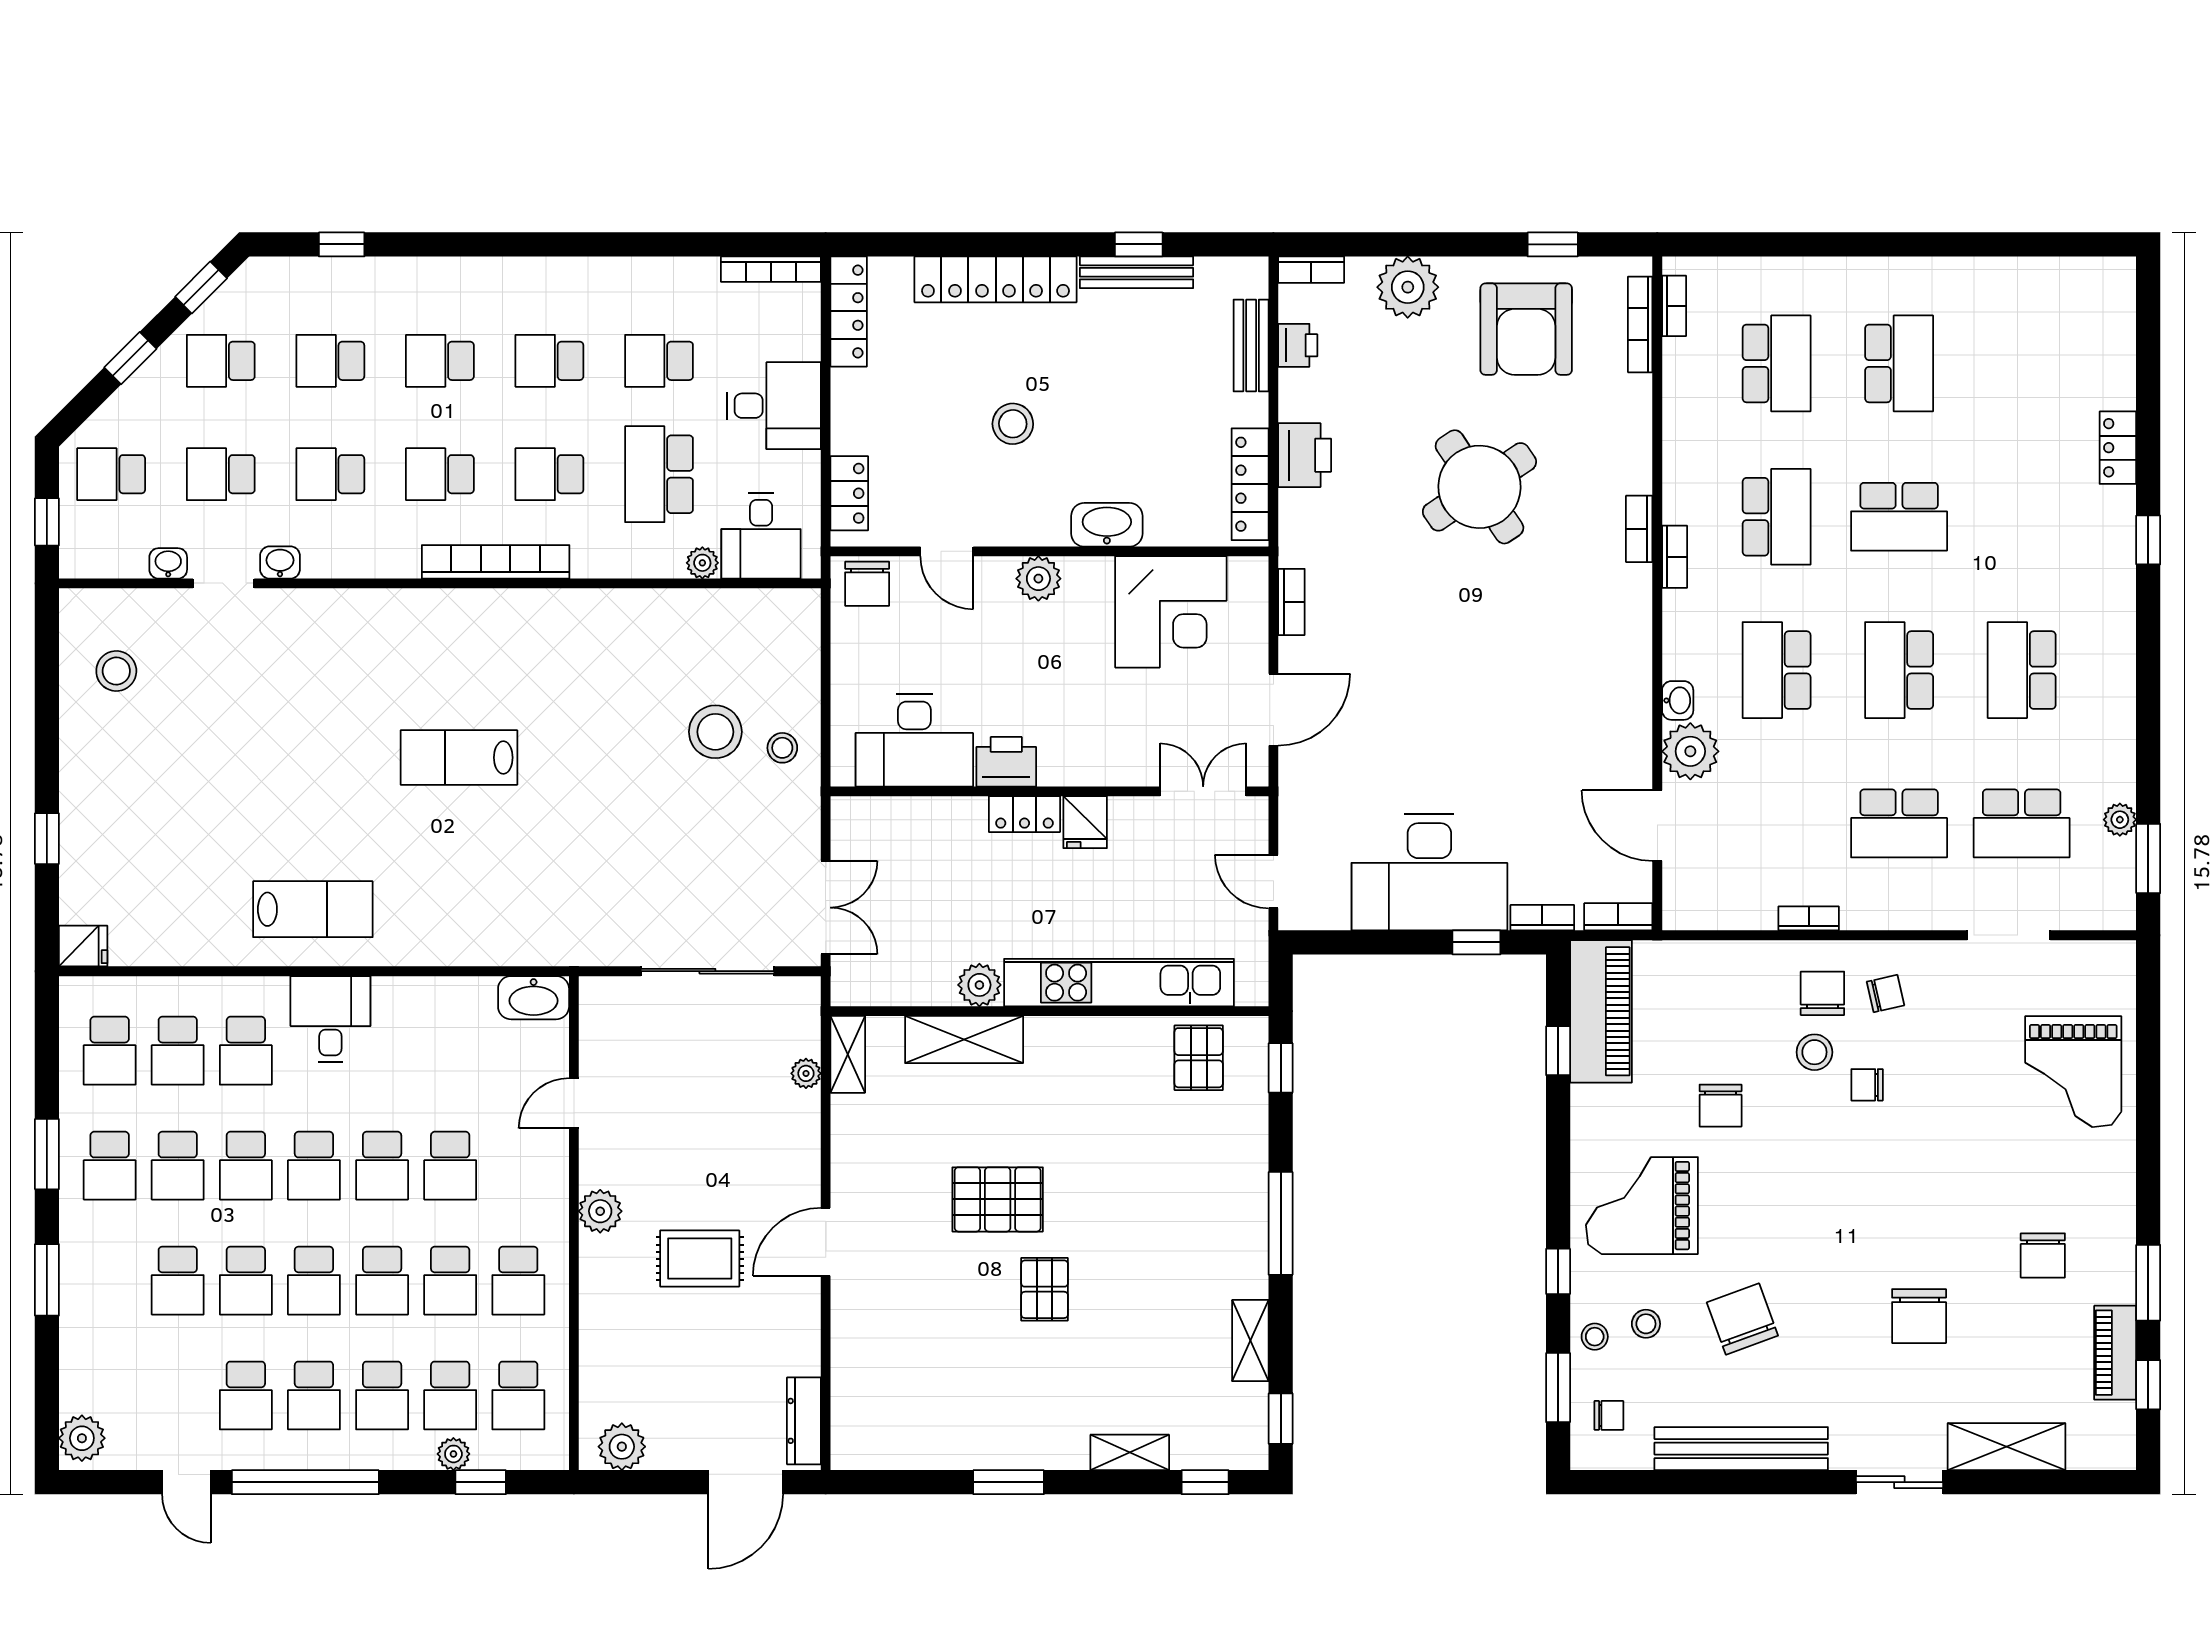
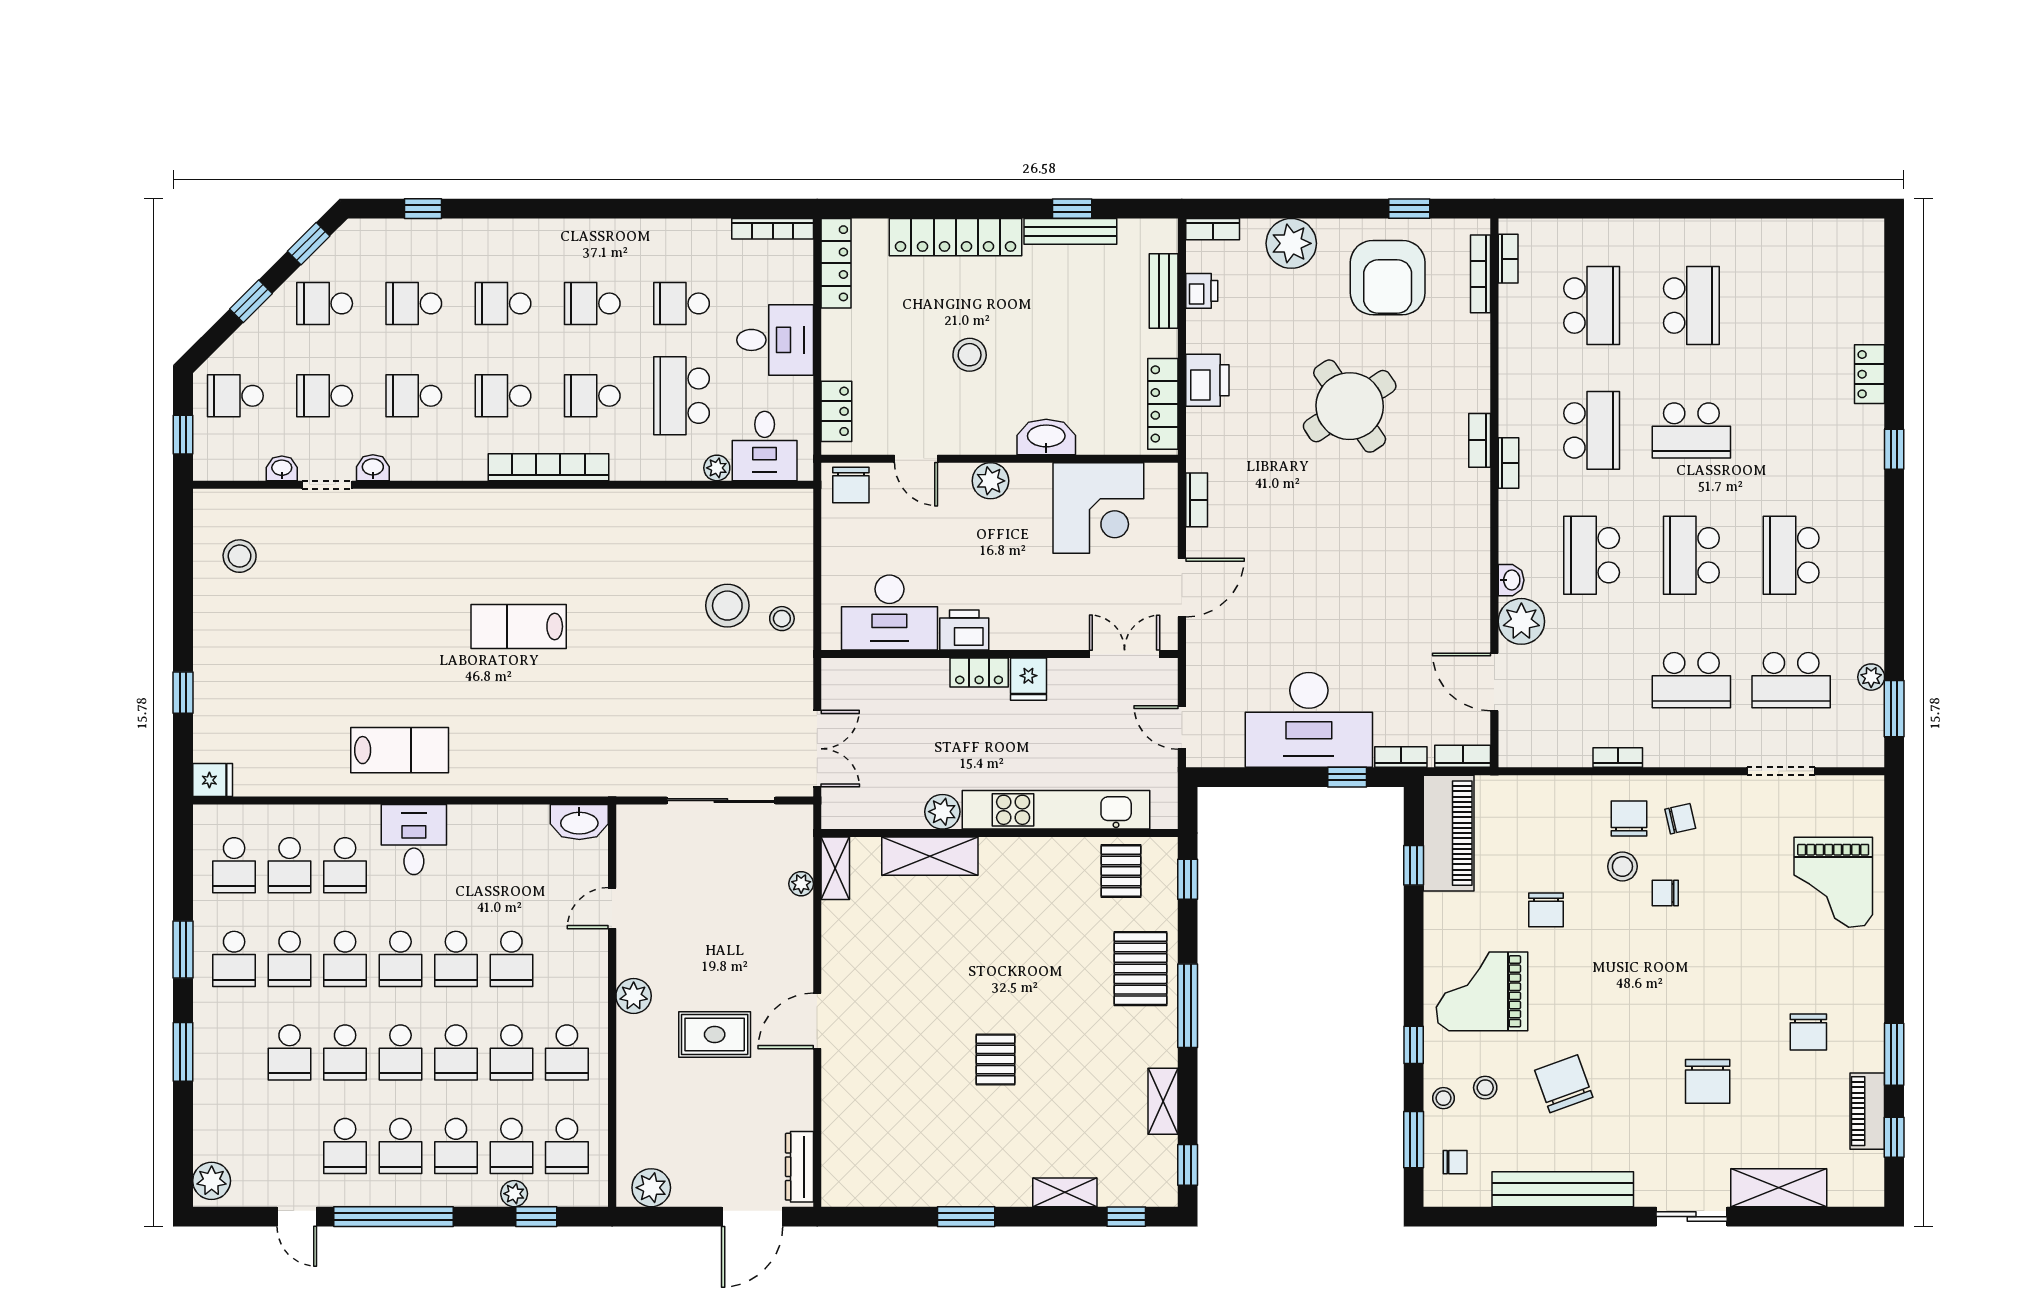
pallet: (998, 1199) -> (1140, 969), moved, turned 90

